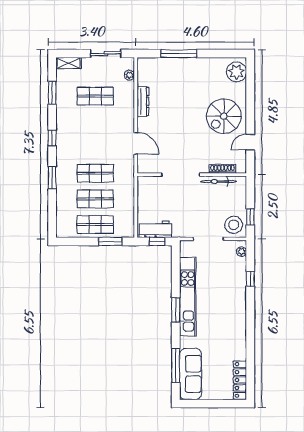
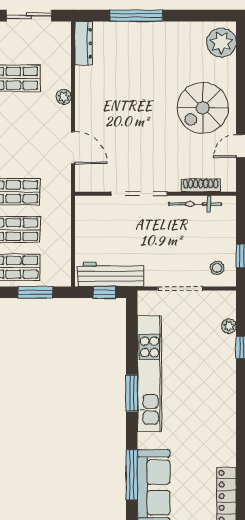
plant: (129, 75) -> (64, 97), moved
dresser: (143, 101) -> (84, 43), moved
stool: (234, 225) -> (217, 268), width x0.53, depth x0.53
workbench: (155, 229) -> (111, 274), width x1.38
plant: (242, 252) -> (229, 326), moved

